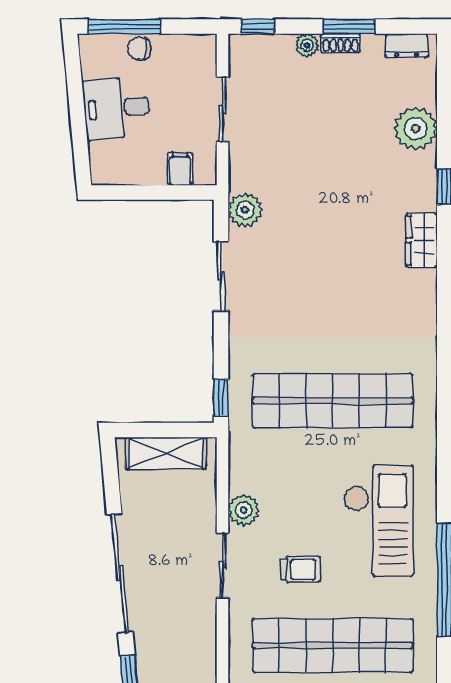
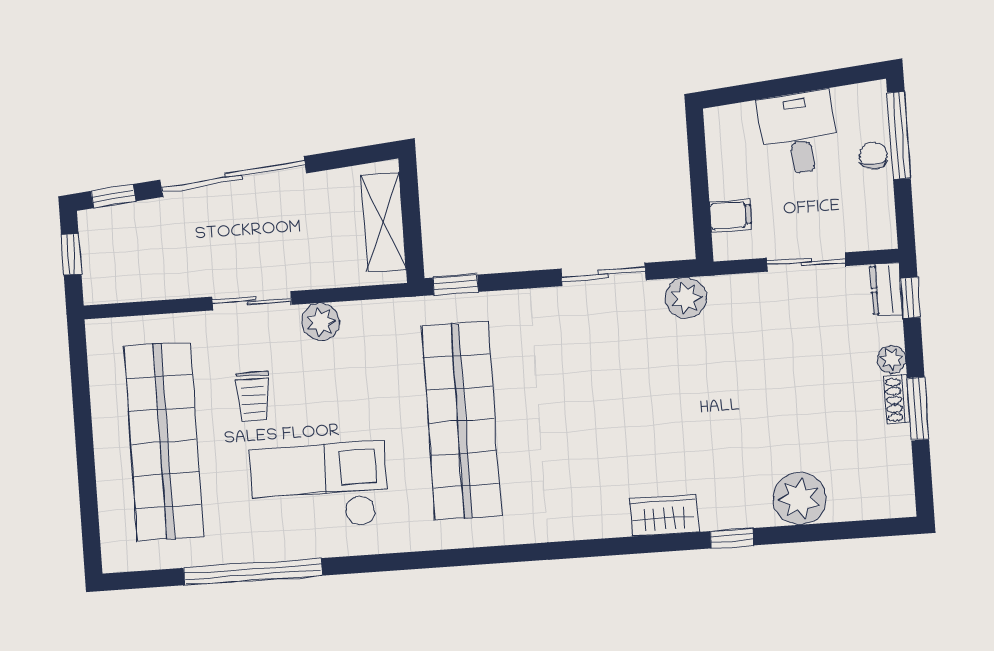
dresser: (406, 46) -> (886, 289), moved
checkout: (378, 521) -> (319, 487), turned 180

